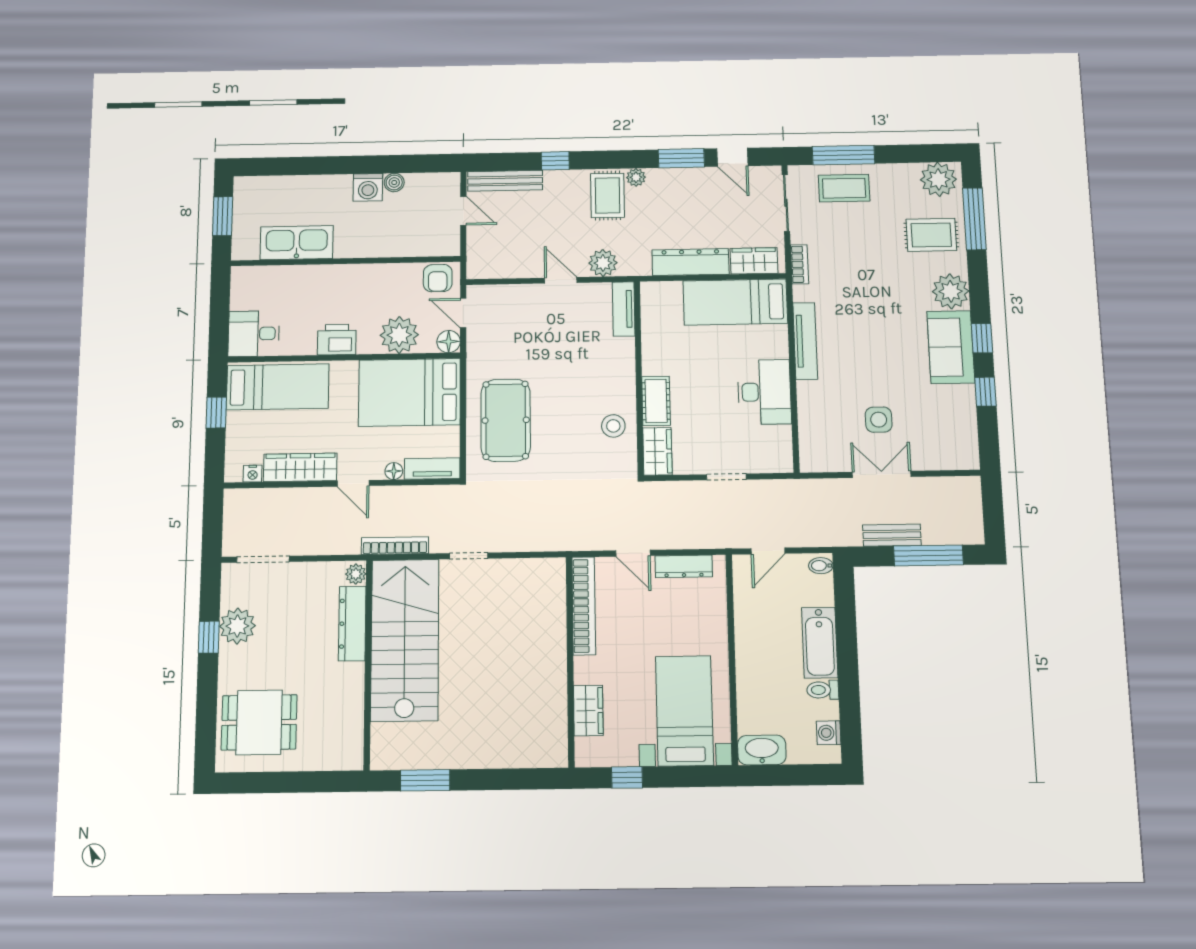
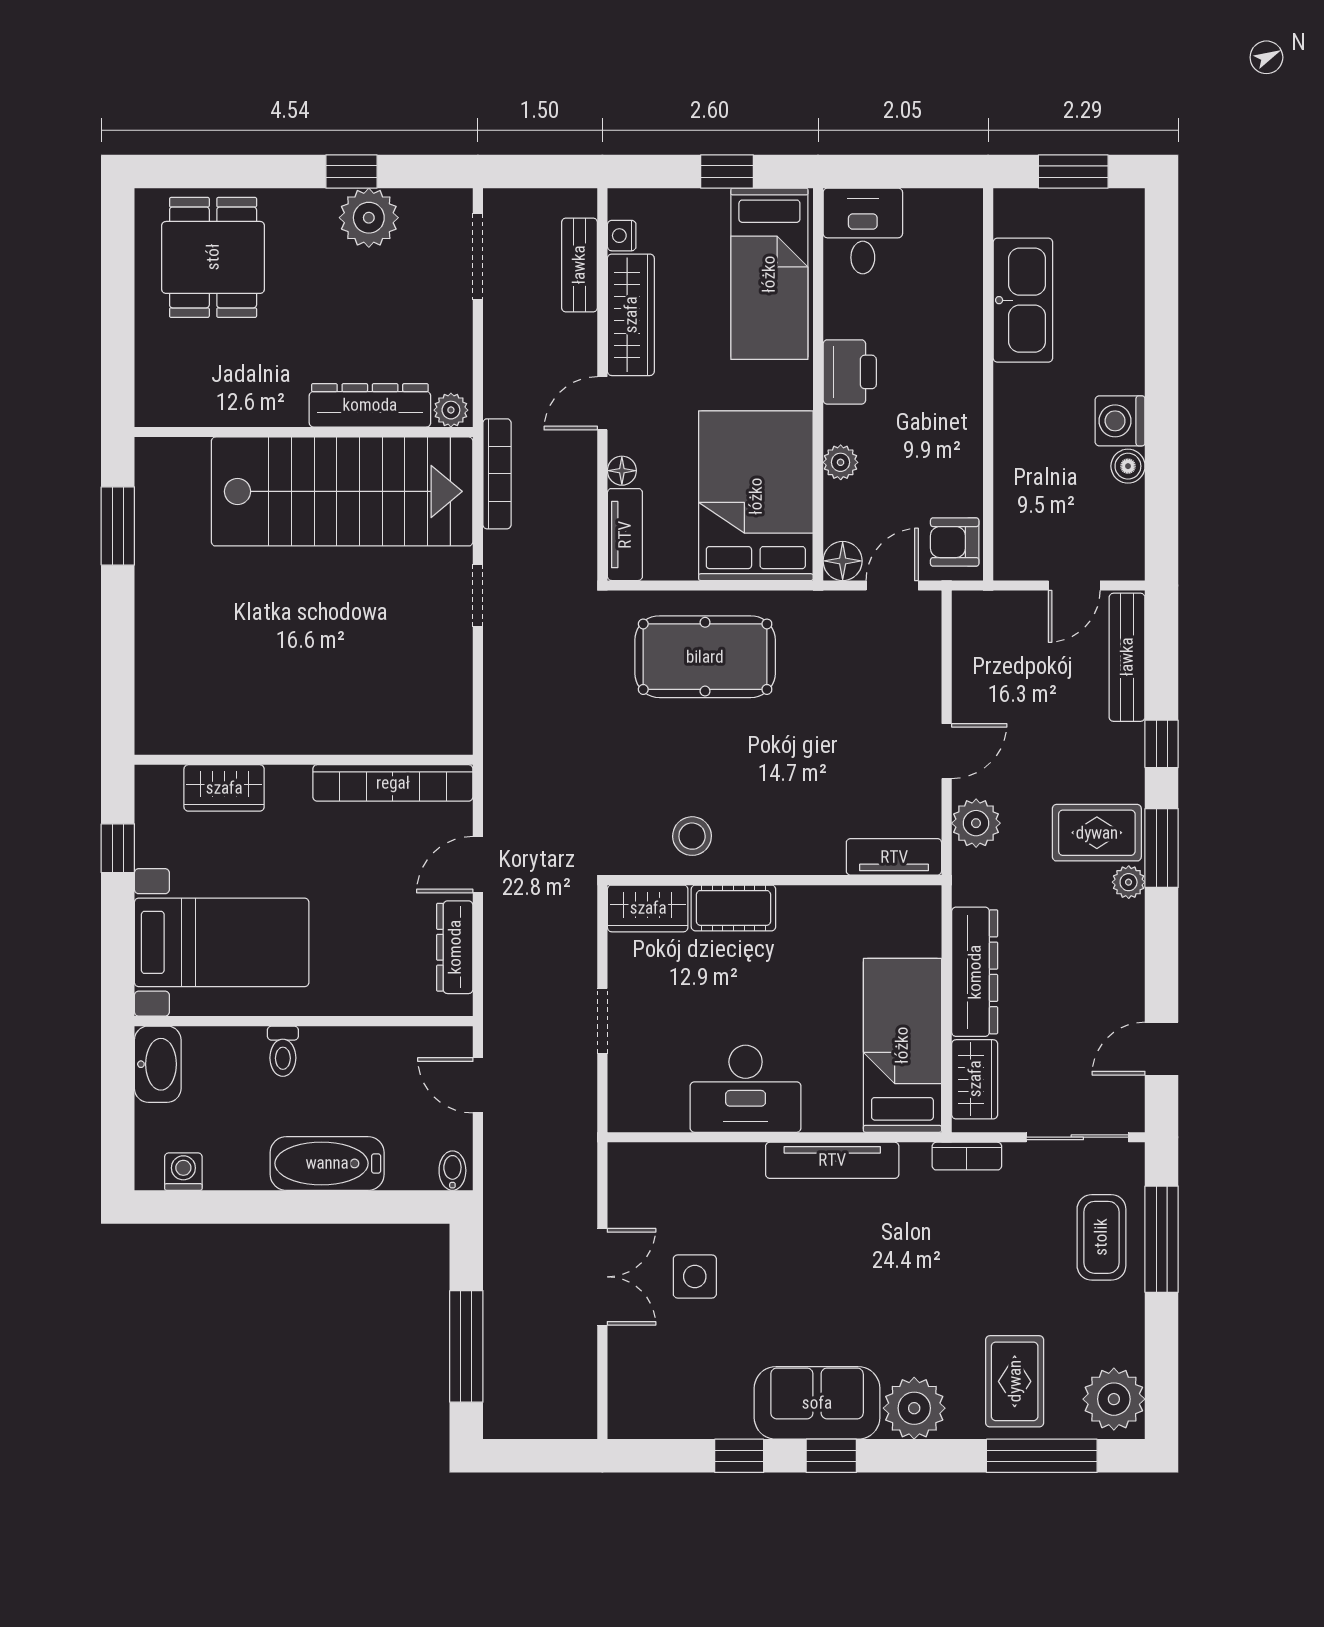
window: (681, 158) -> (1162, 848), moved
plant: (399, 335) -> (841, 462), width x0.53, depth x0.53
bench: (892, 535) -> (579, 265), moved
toilet: (823, 690) -> (283, 1051), moved, turned 180

